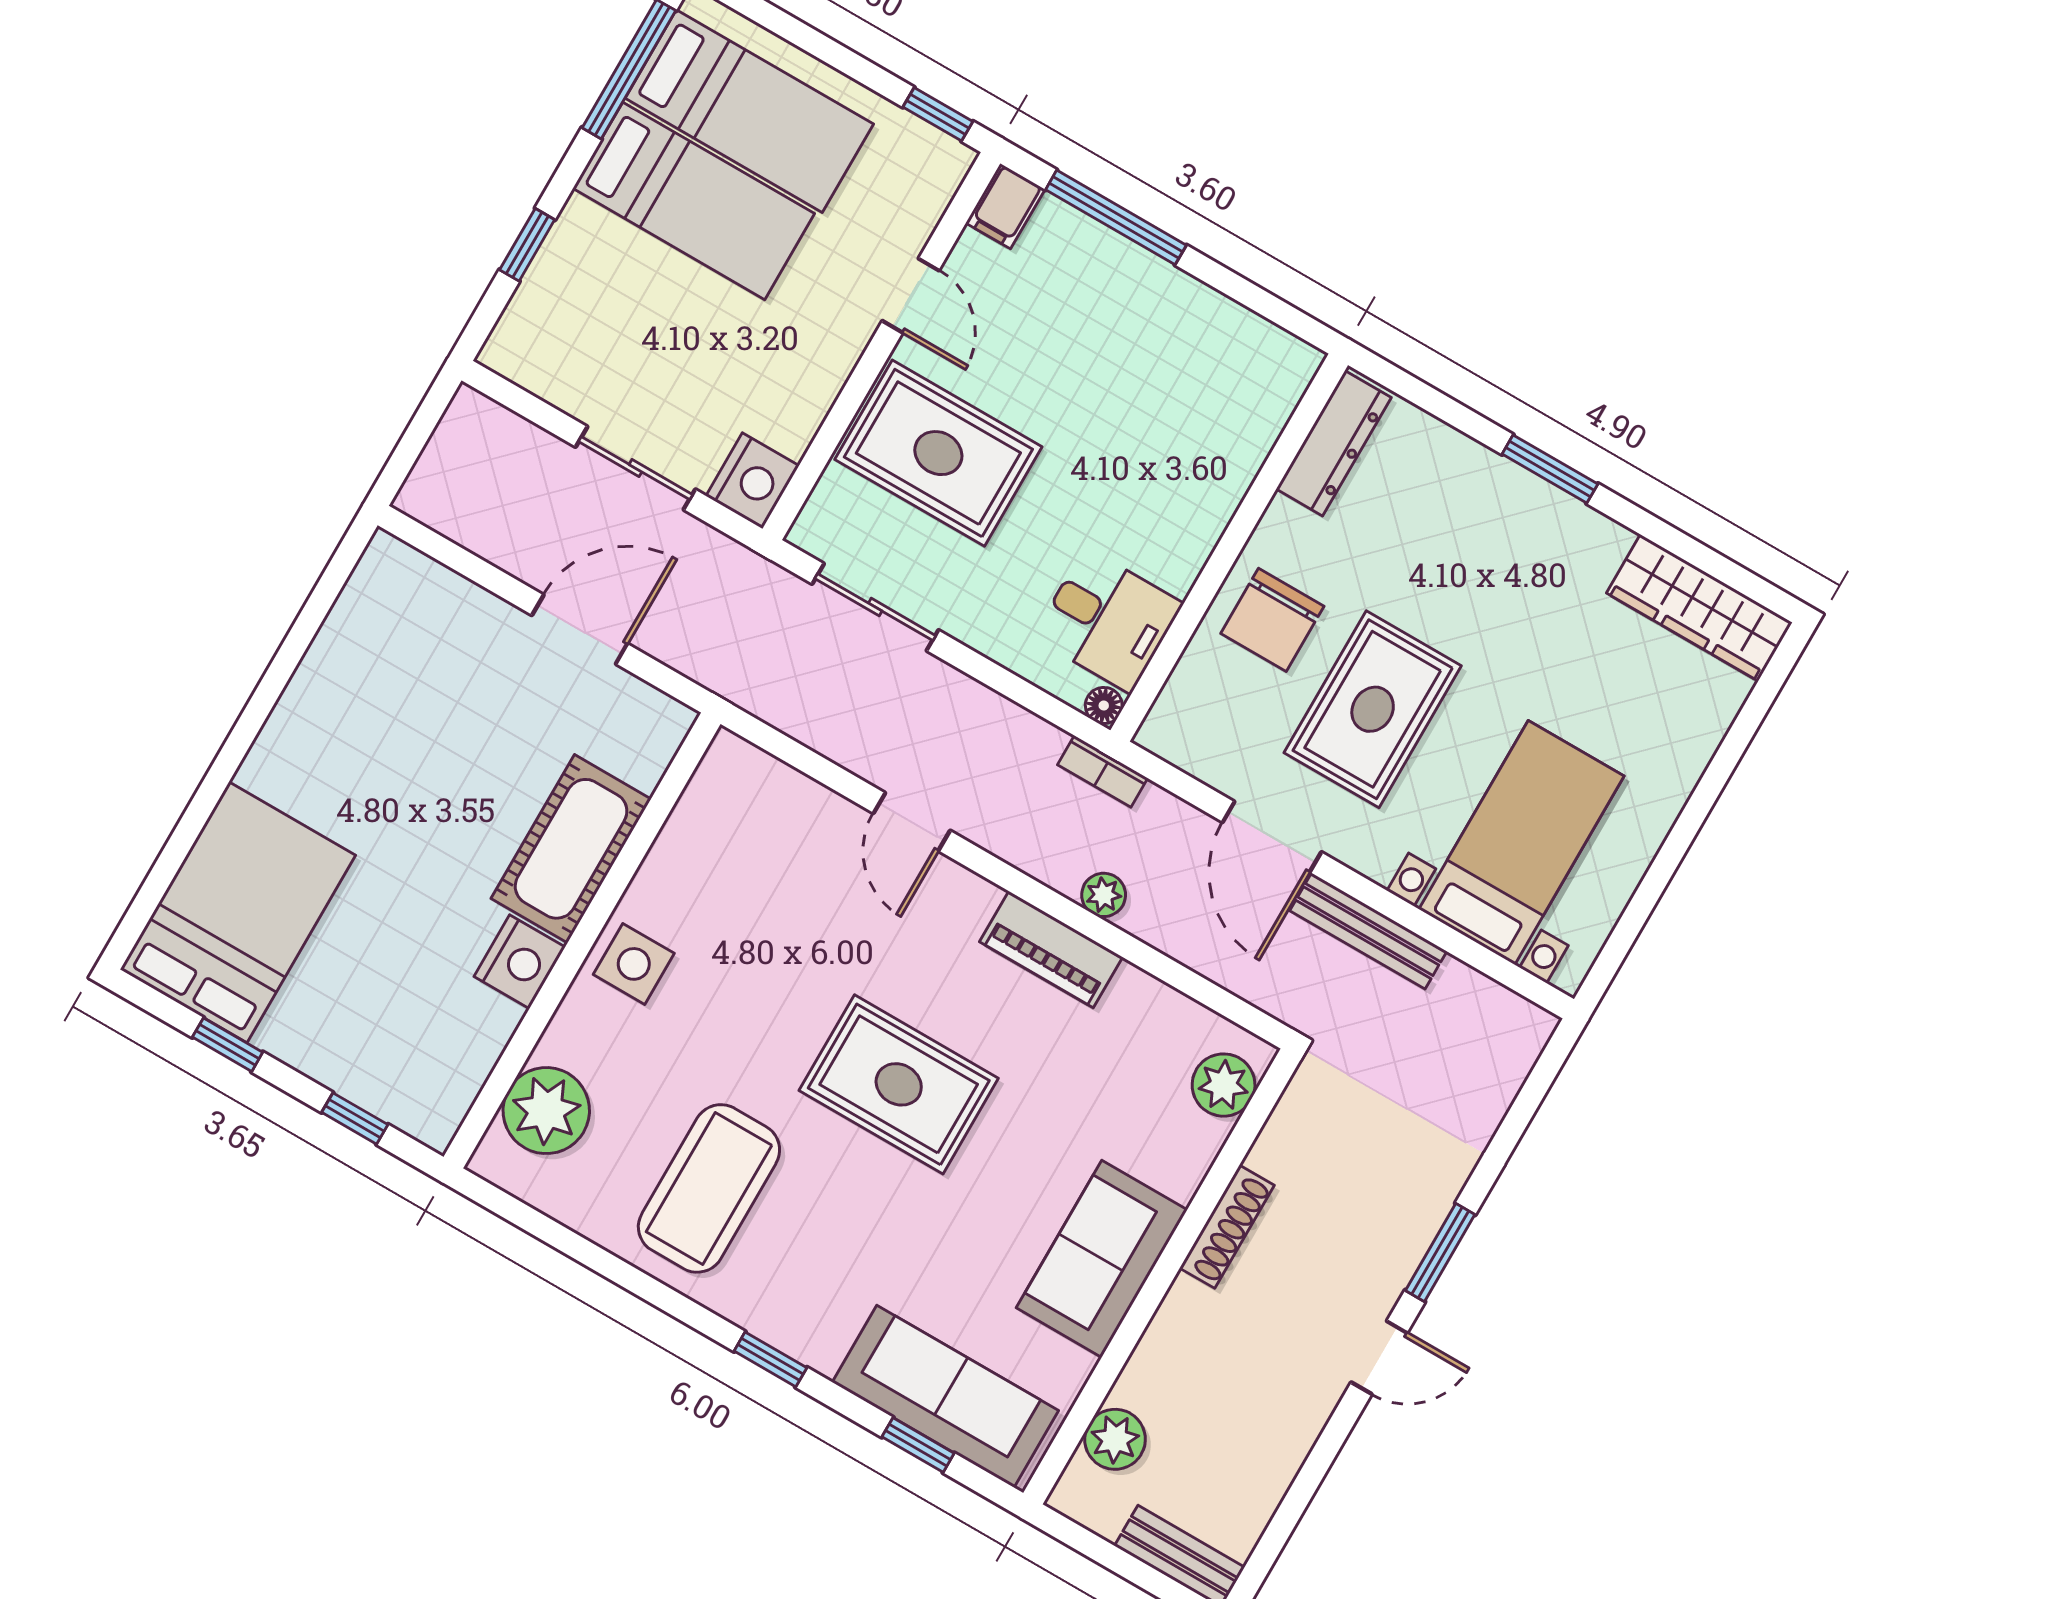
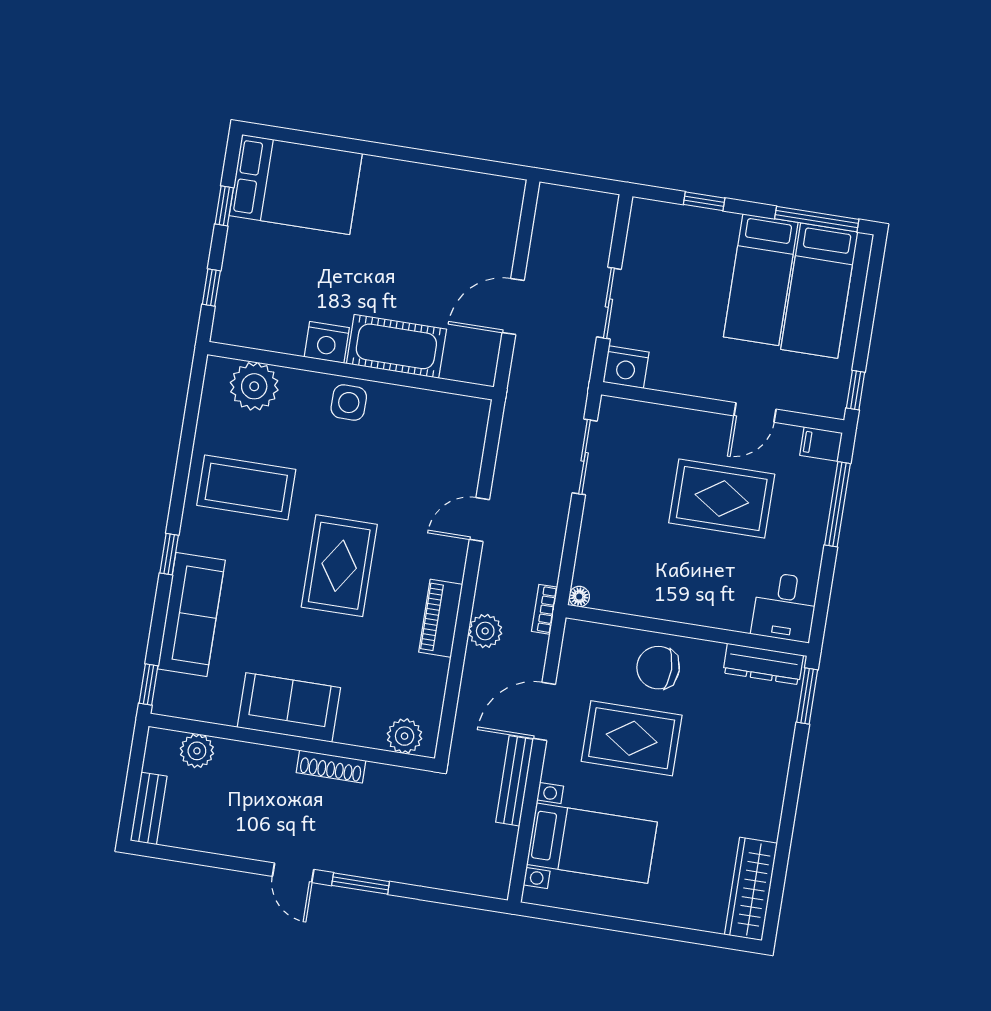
rug: (938, 453) -> (722, 499), moved, turned 90
window: (1550, 469) -> (807, 696), moved
desk: (1108, 620) -> (785, 607), moved
door: (580, 629) -> (513, 306), swing flipped
plant: (1104, 895) -> (485, 631), width x1.38, depth x1.38
sofa: (945, 1396) -> (191, 614), moved
window: (918, 1445) -> (148, 684), moved

